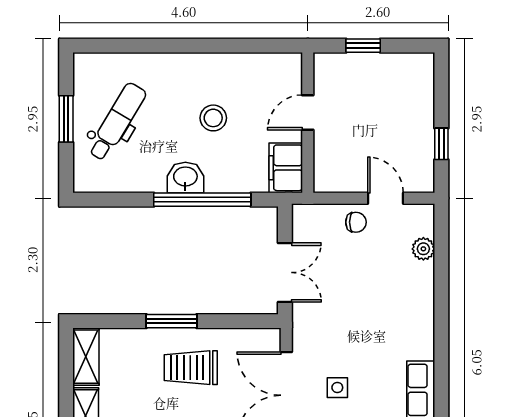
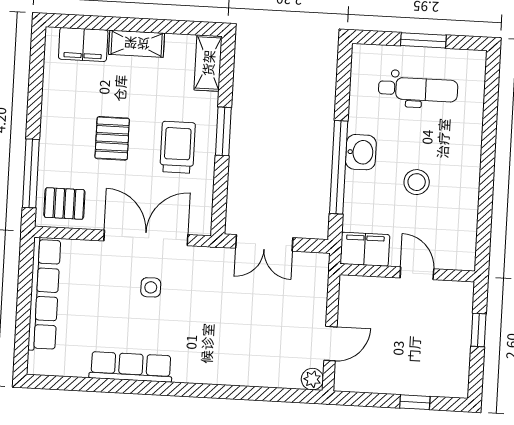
dental chair: (117, 122) -> (418, 89), turned -31
window: (441, 144) -> (415, 402), moved
chair: (356, 222) -> (309, 314), removed
plant: (423, 249) -> (312, 379), moved
shelving: (86, 357) -> (208, 63), moved, turned 90

